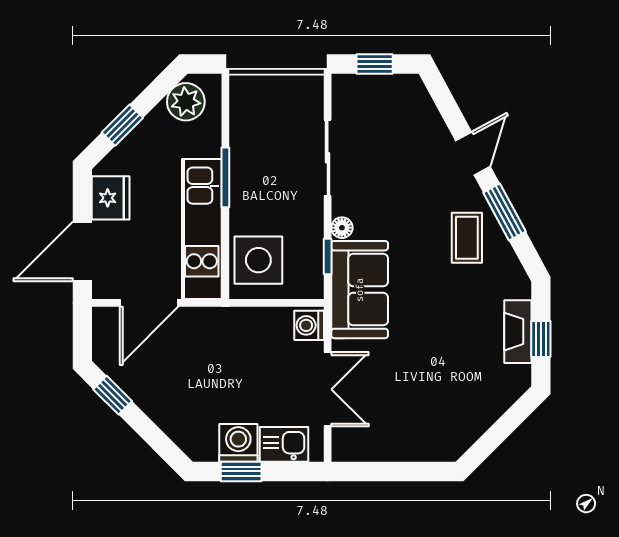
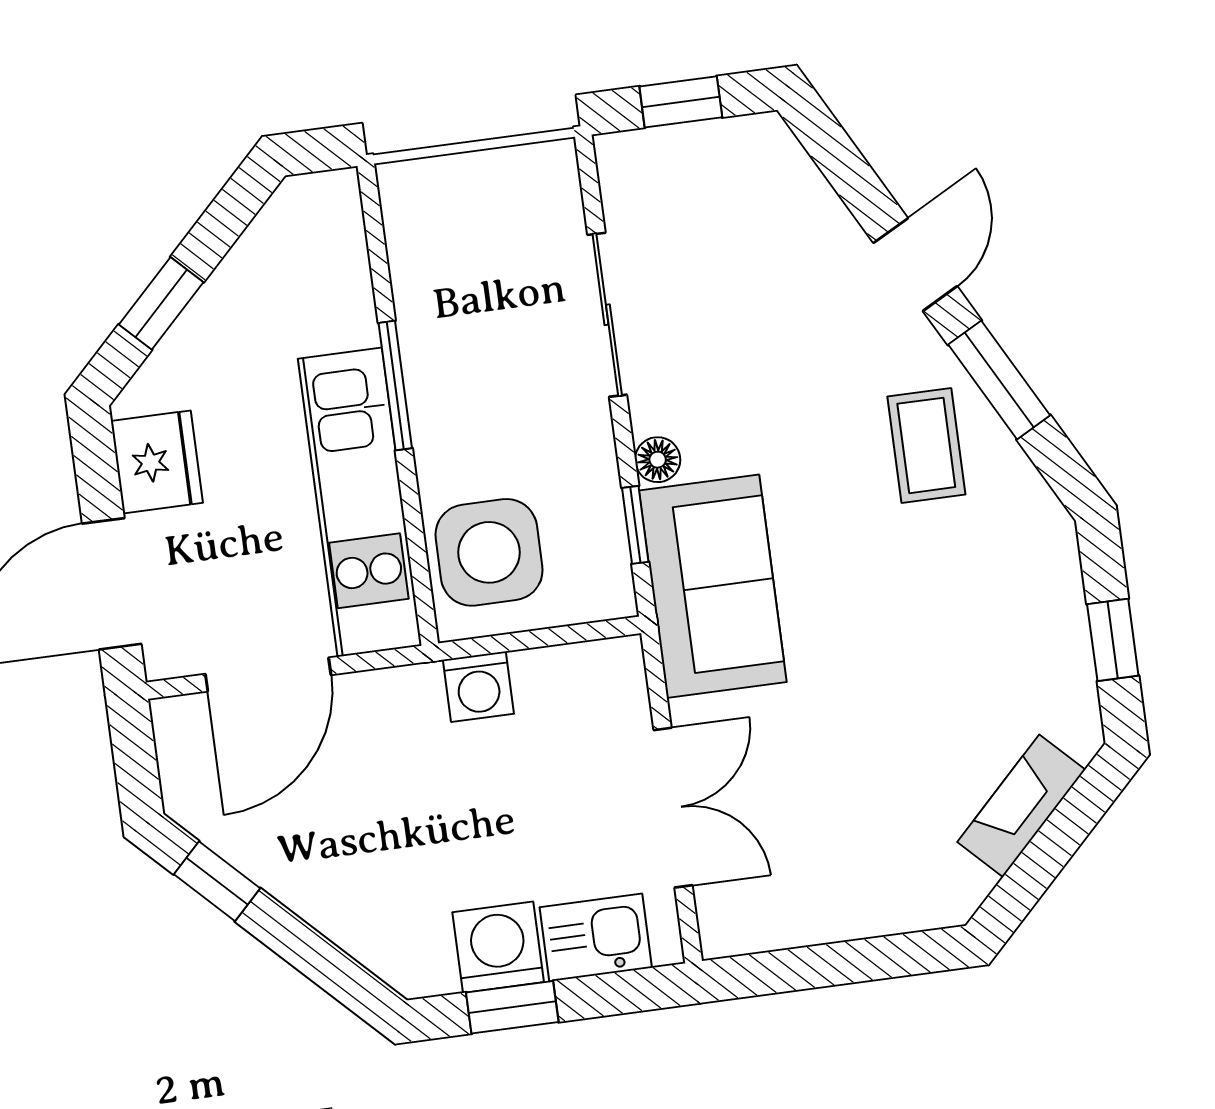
plant: (186, 102) -> (289, 236), removed
washing machine: (309, 325) -> (478, 687), moved, turned -90
fireplace: (518, 332) -> (1021, 806), moved, turned 45

